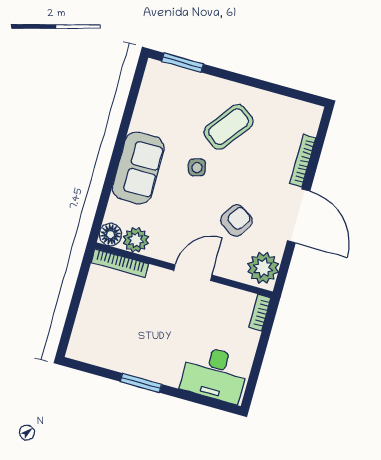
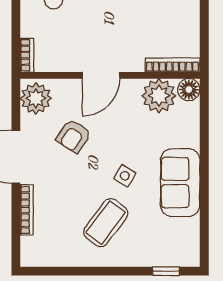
window: (182, 63) -> (166, 271), width x0.67
side table: (197, 167) -> (125, 176), turned 45
sofa: (138, 168) -> (180, 183), moved
plant: (136, 240) -> (159, 96), width x1.36, depth x1.36

